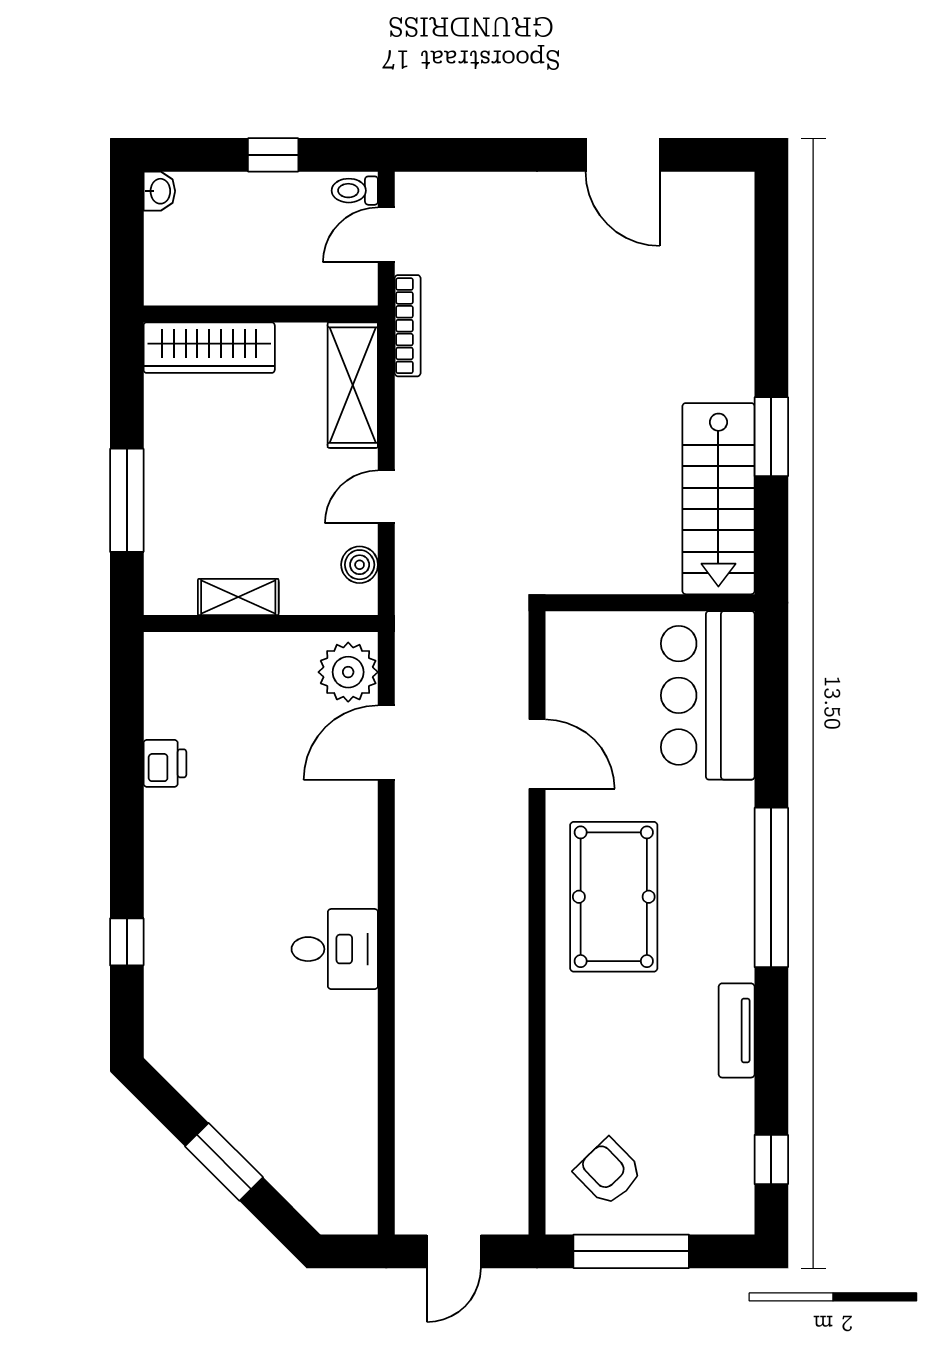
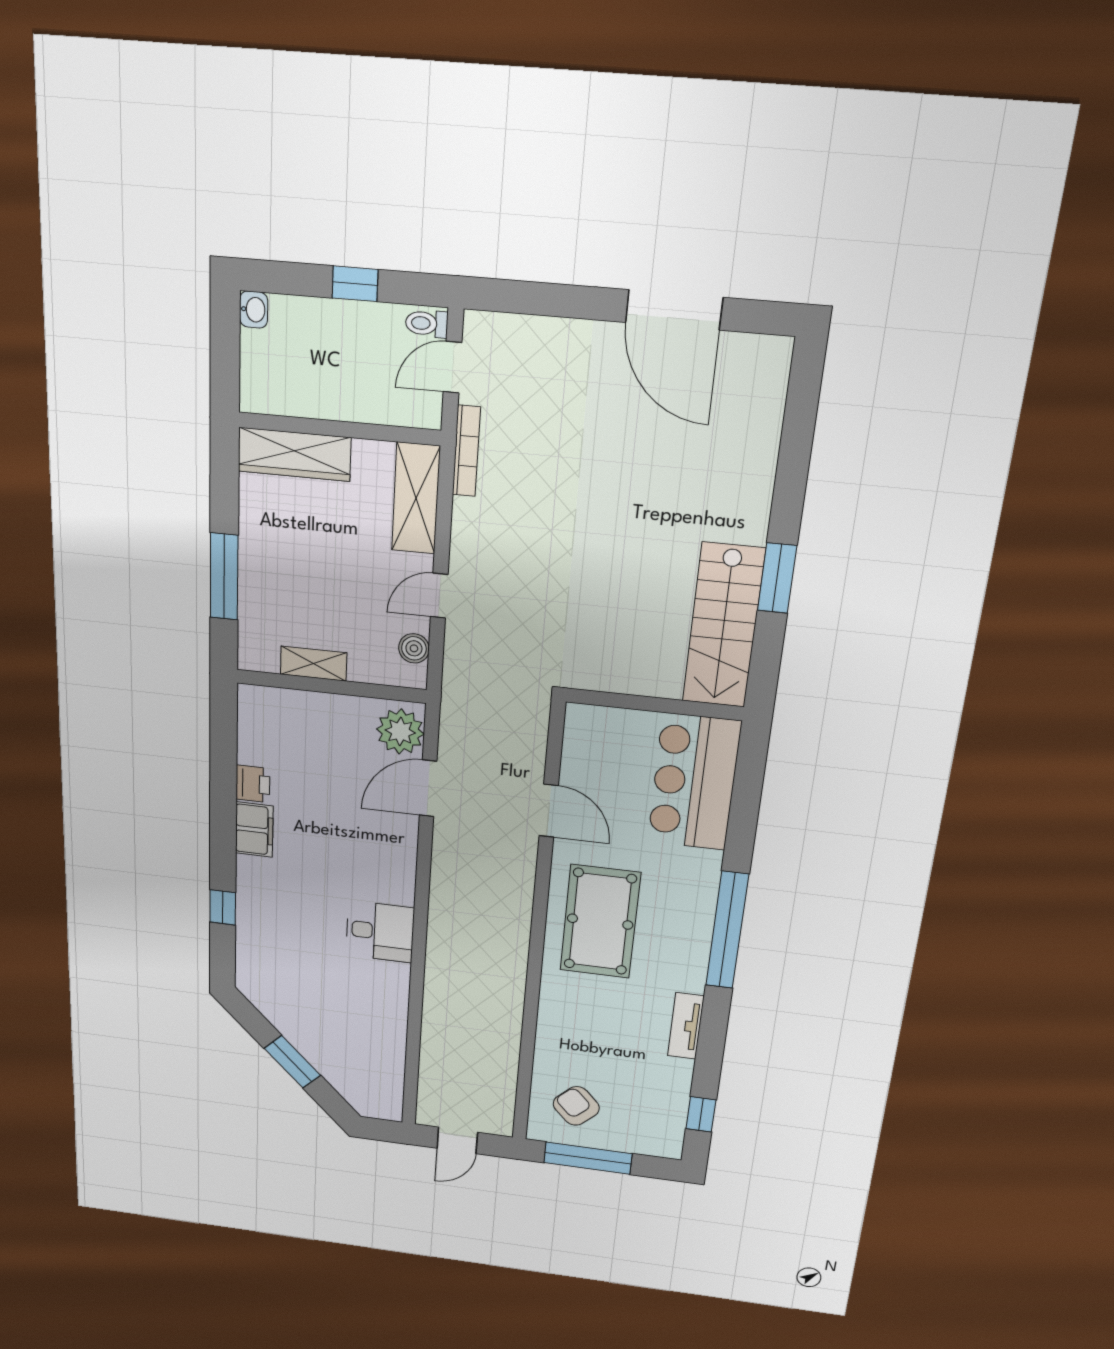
door: (623, 155) -> (674, 310), width x1.36
filing cabinet: (167, 826) -> (254, 830), added

